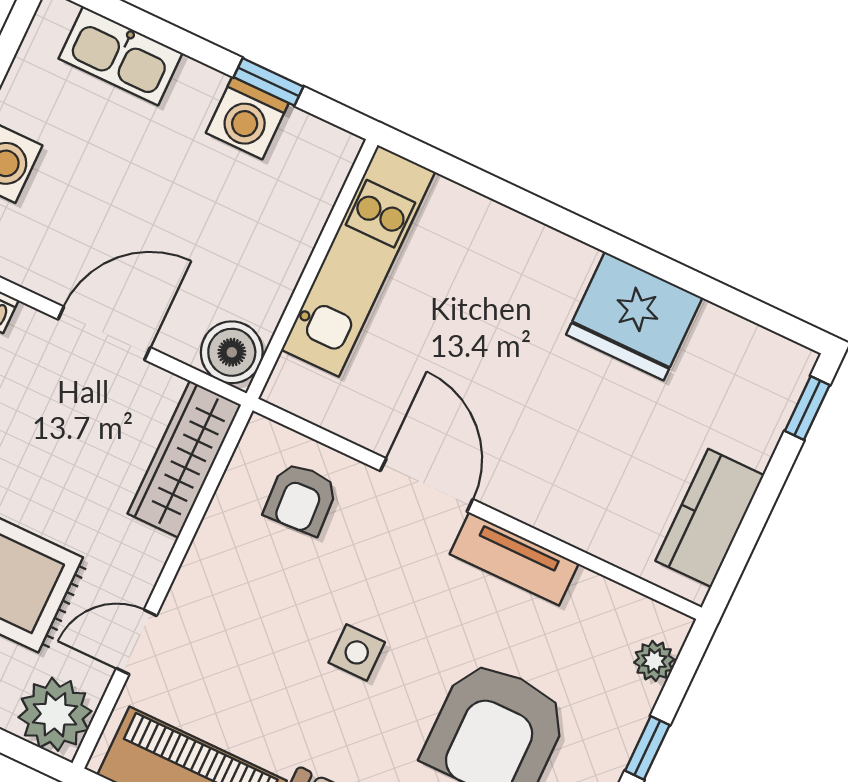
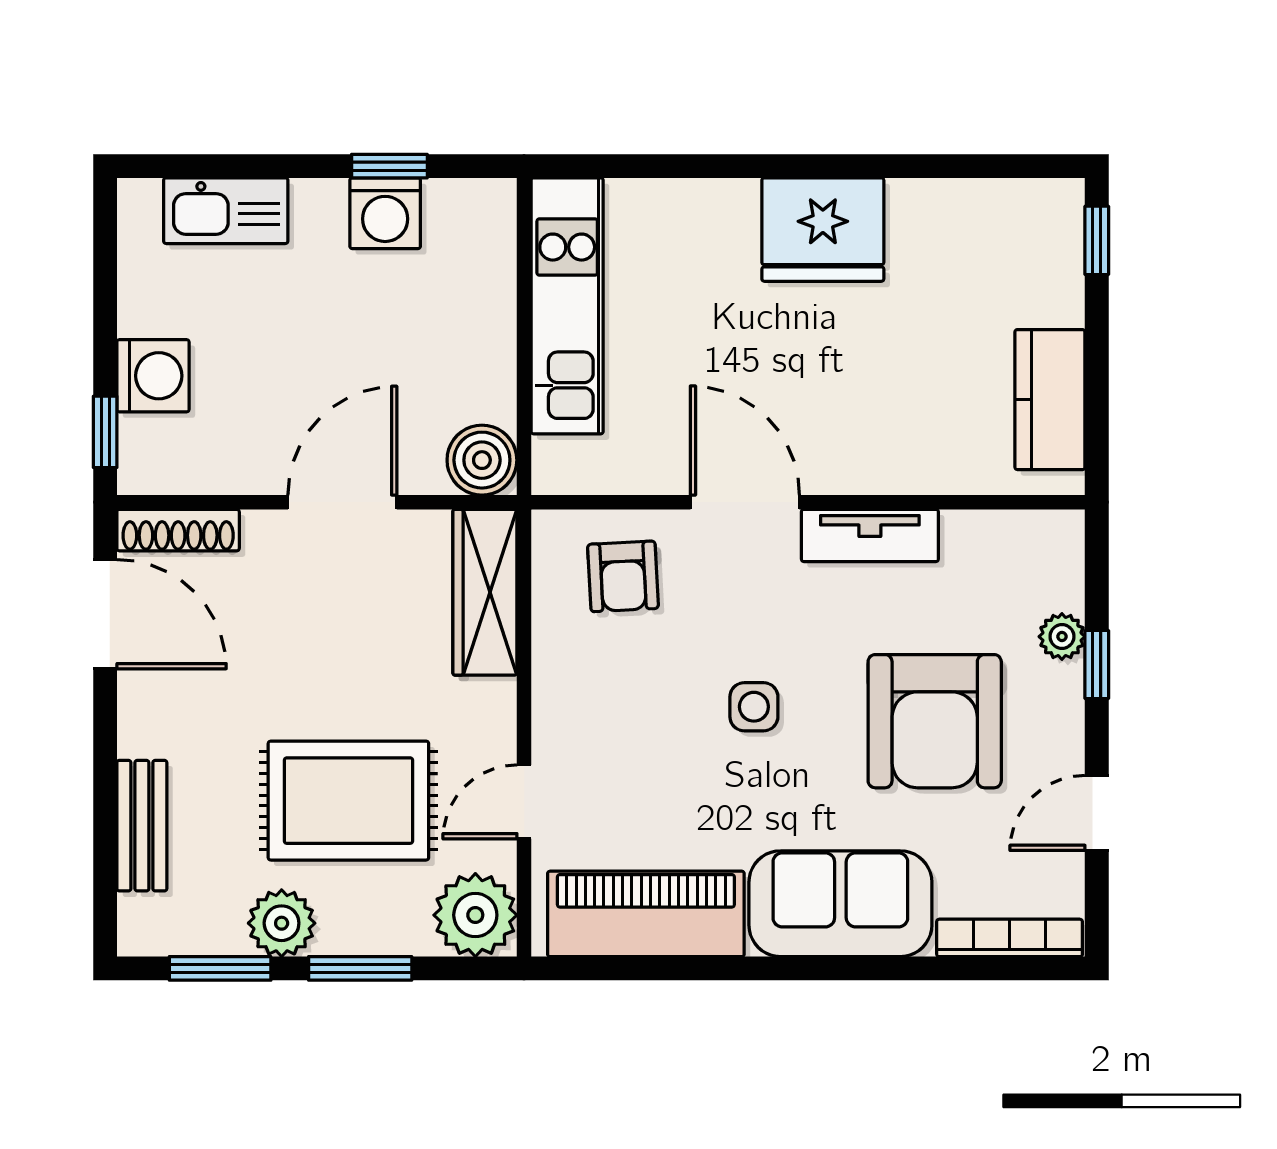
fridge: (634, 316) -> (823, 230), moved
plant: (654, 661) -> (1062, 637), moved

